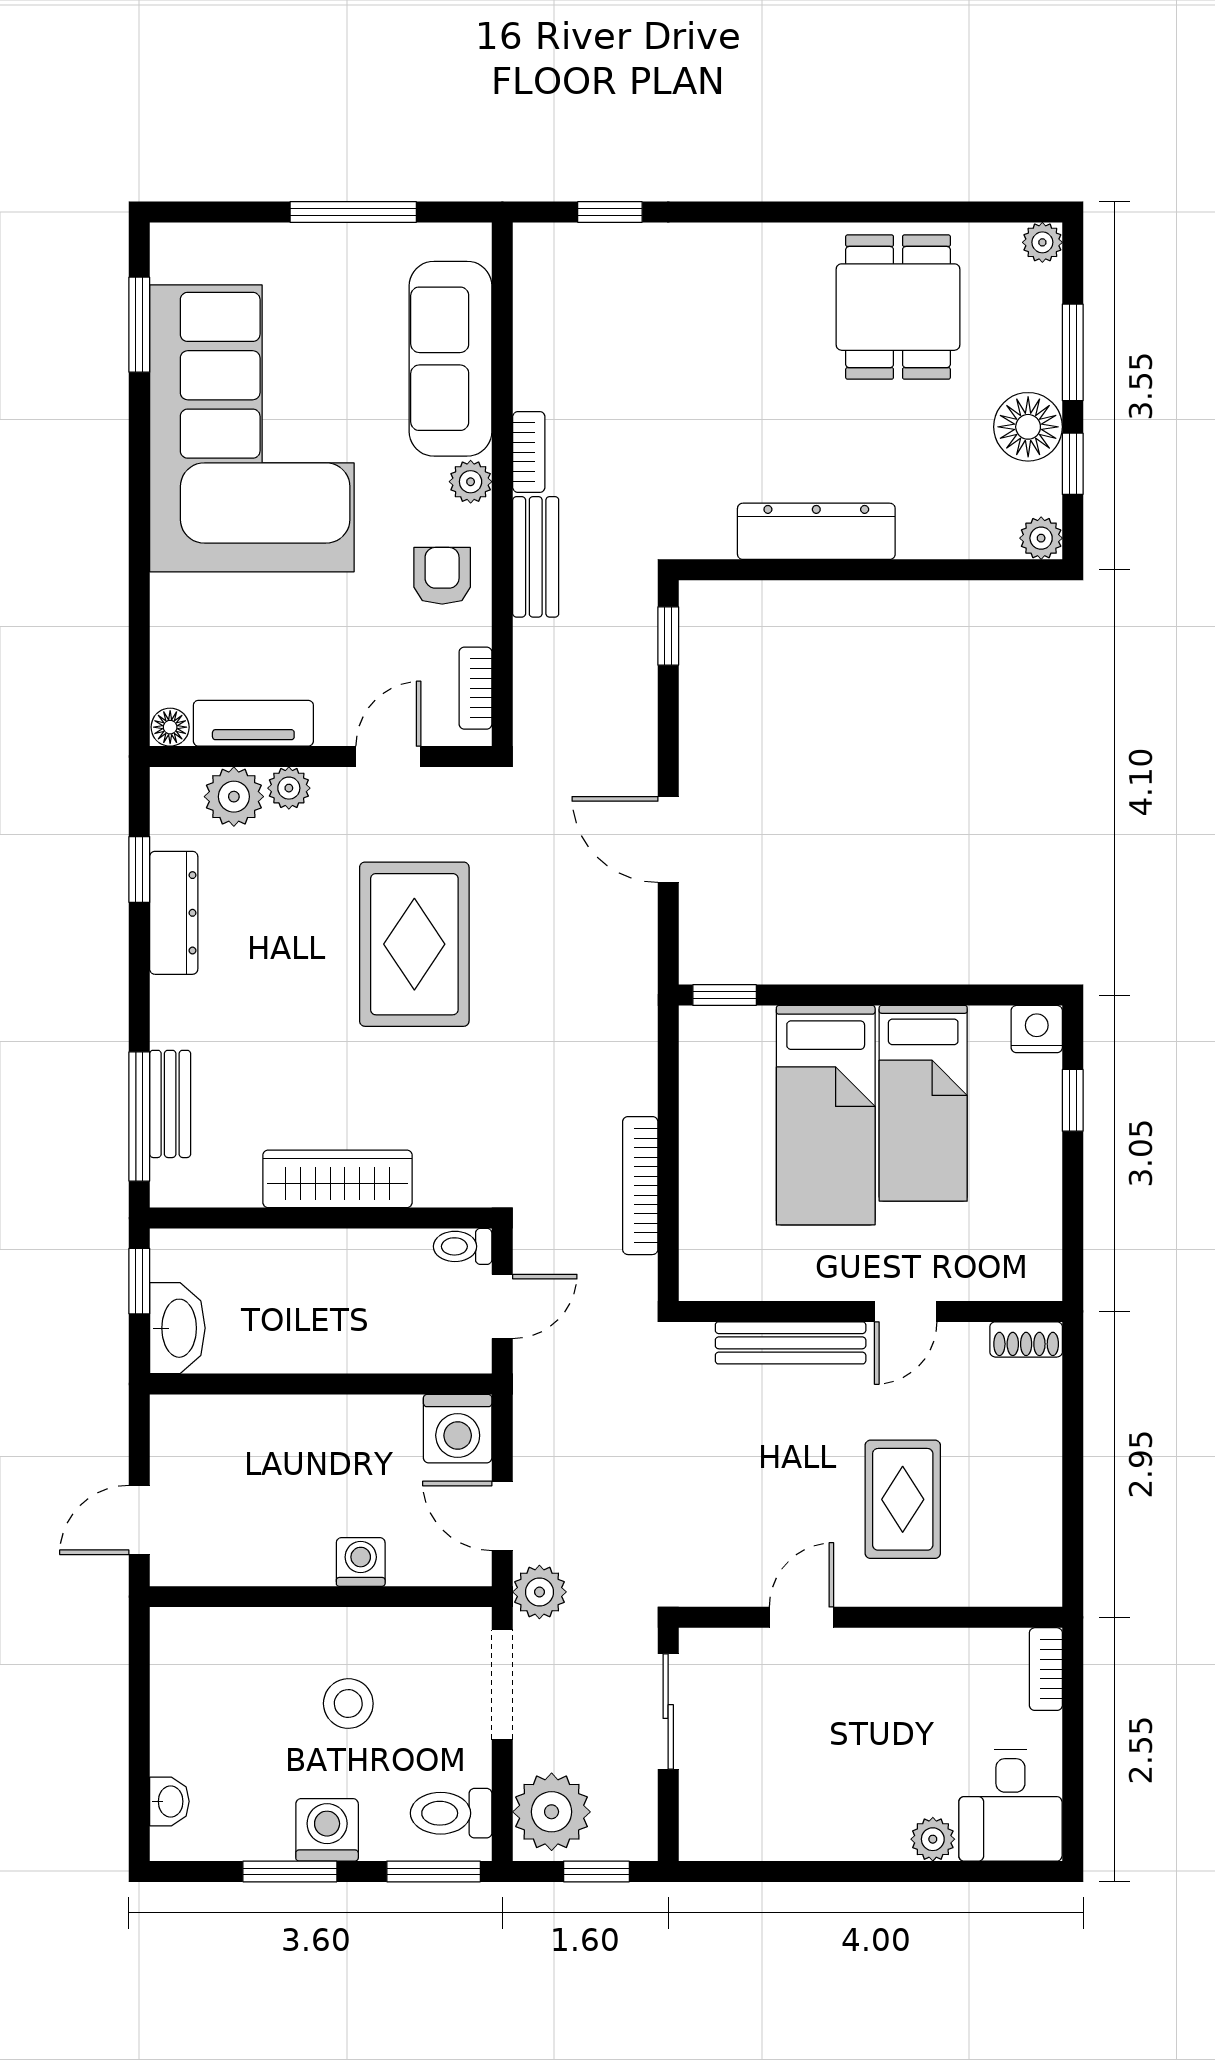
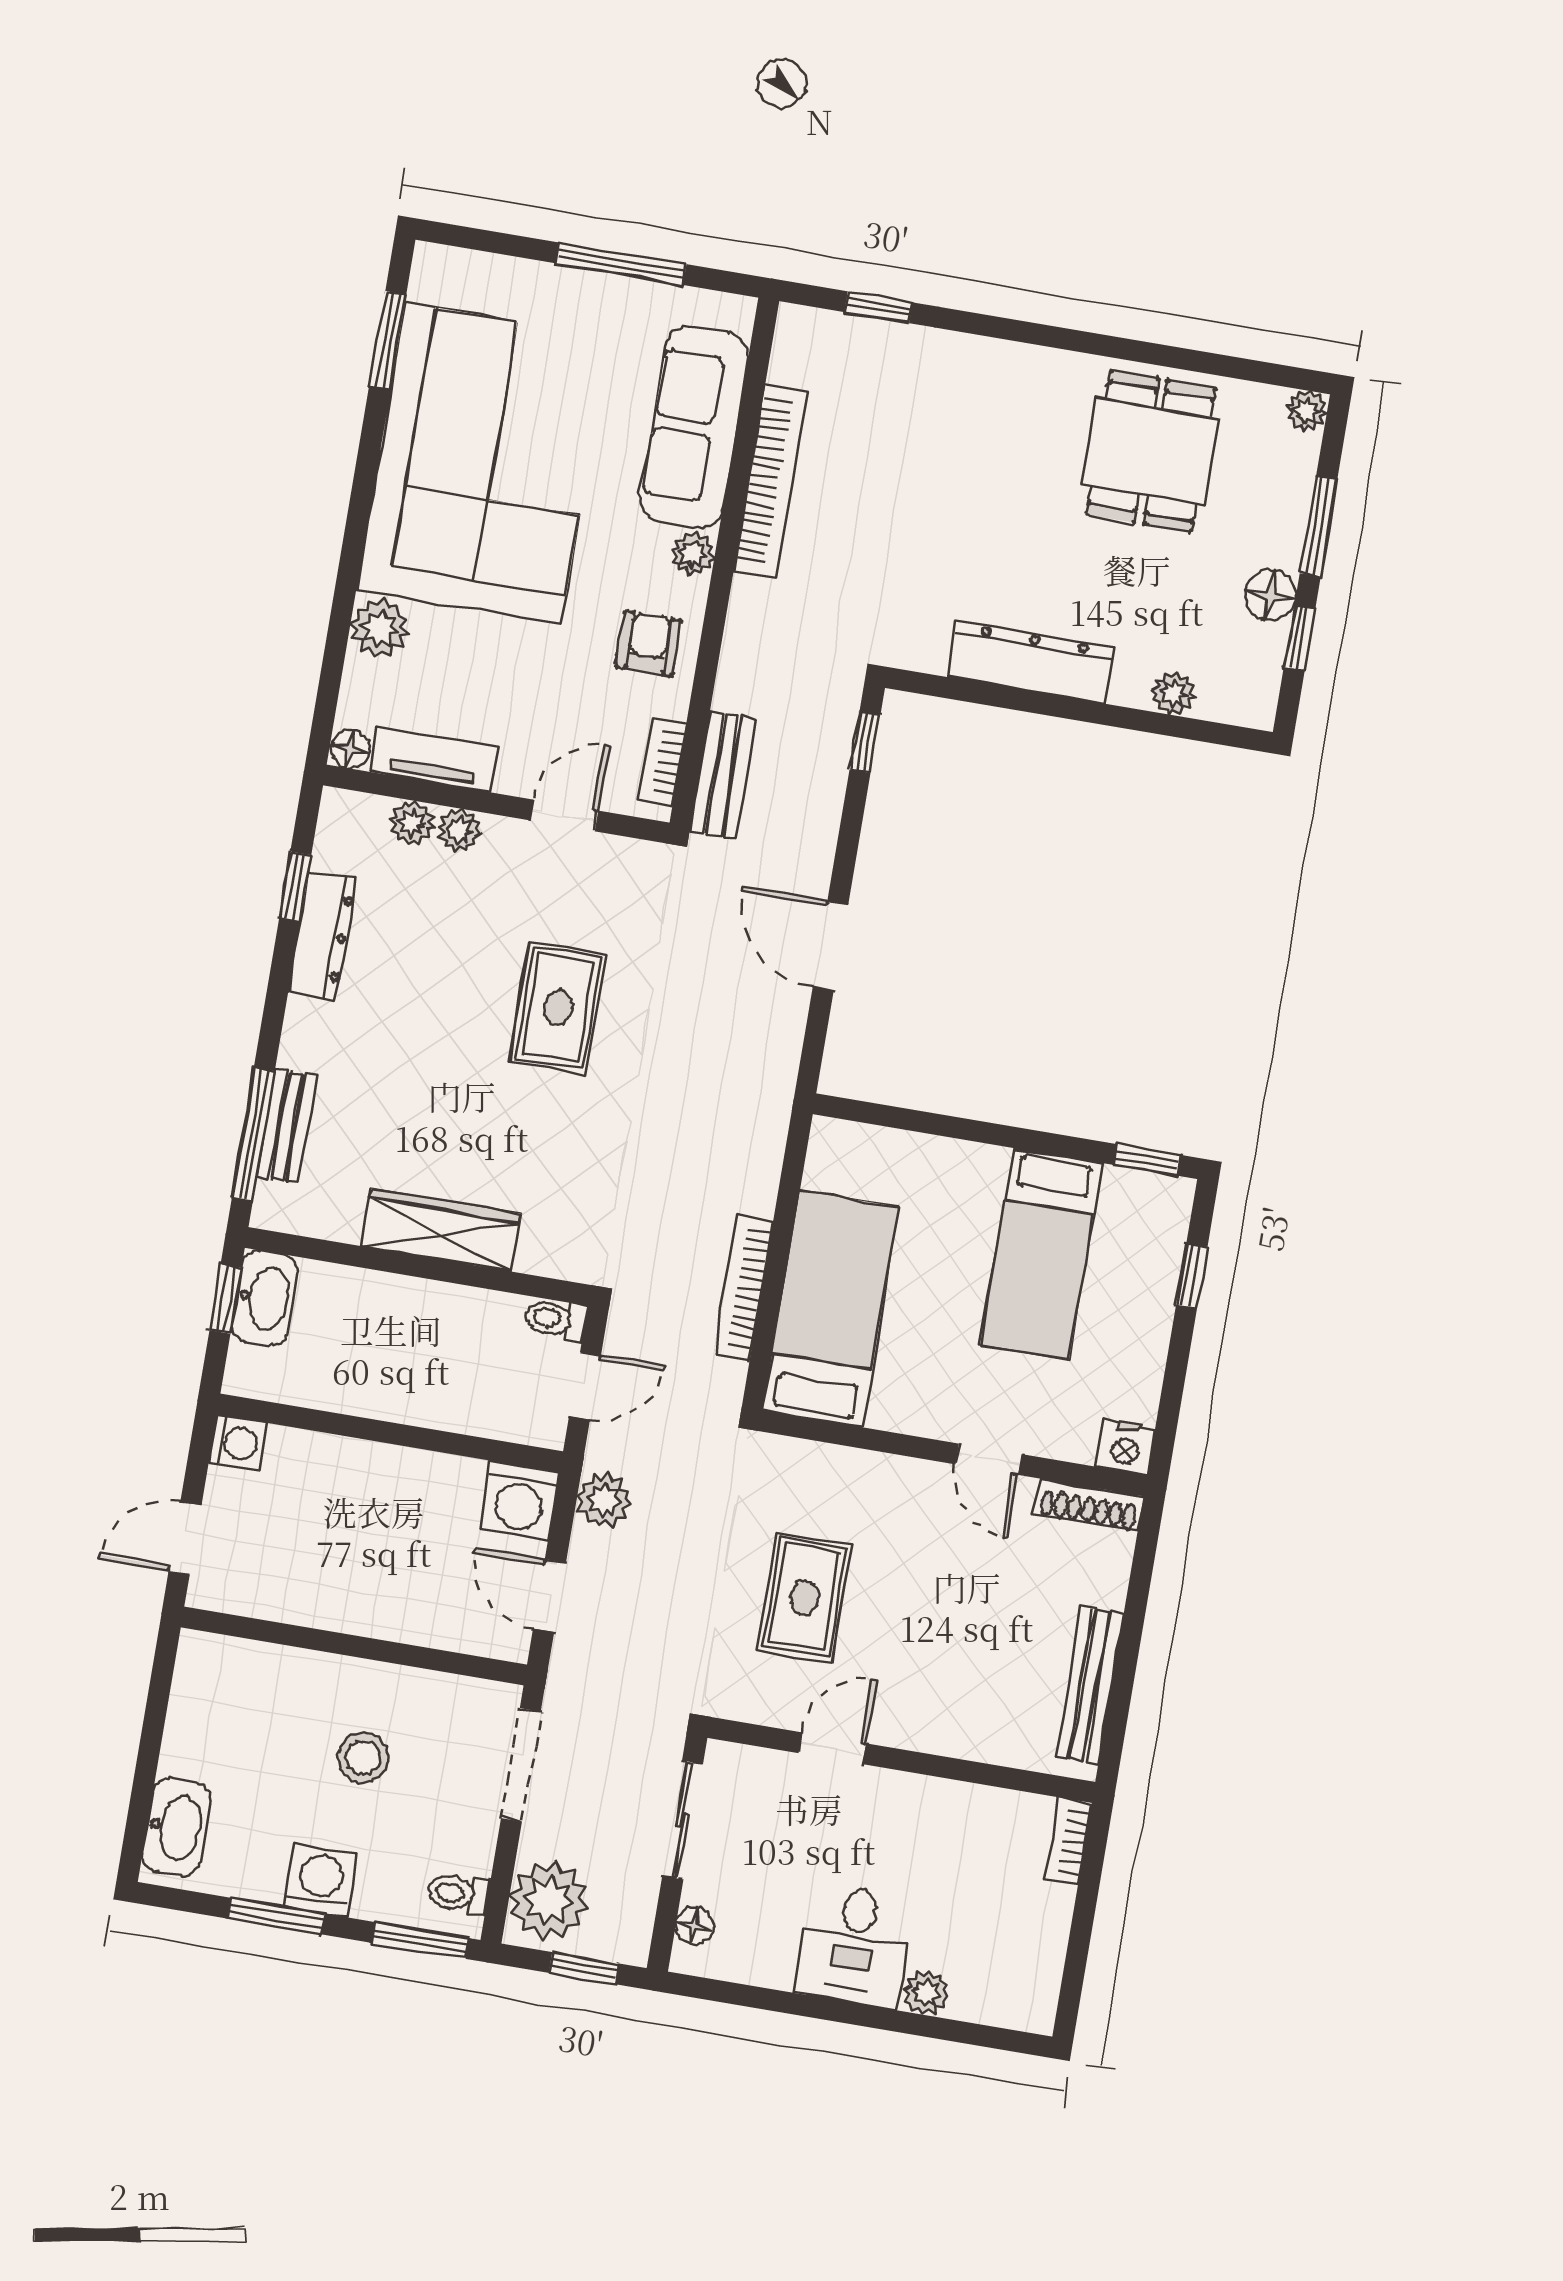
floor lamp: (1028, 427) -> (1270, 595), width x0.73, depth x0.73
bookcase: (529, 452) -> (770, 482), width x2.31, depth x1.31
plant: (1041, 538) -> (1173, 693), moved
bench: (536, 557) -> (723, 775), moved
plant: (179, 605) -> (380, 628), added
plant: (234, 797) -> (412, 823), width x0.73, depth x0.73
rug: (414, 944) -> (558, 1008), width x0.73, depth x0.70
window: (725, 995) -> (1147, 1160), moved
nightstand: (1037, 1029) -> (1126, 1447), moved, turned 180
bed: (826, 1115) -> (831, 1309), moved, turned 180
door: (906, 1311) -> (988, 1459), hinge flipped
washbasin: (177, 1328) -> (265, 1298), moved
shoe rack: (1026, 1339) -> (1089, 1505), width x1.43
bench: (791, 1343) -> (1090, 1685), moved, turned 90
rug: (903, 1499) -> (805, 1597), moved
washing machine: (361, 1562) -> (237, 1443), moved, turned 90
plant: (539, 1592) -> (604, 1500), moved
washbasin: (169, 1801) -> (176, 1827), width x1.91, depth x1.45
desk: (1010, 1805) -> (854, 1946), moved
floor lamp: (697, 1812) -> (694, 1926), added
toilet: (451, 1813) -> (458, 1894), width x0.73, depth x0.72

